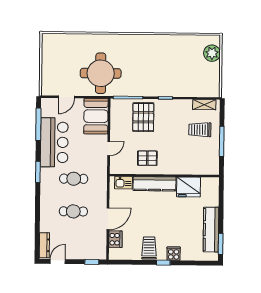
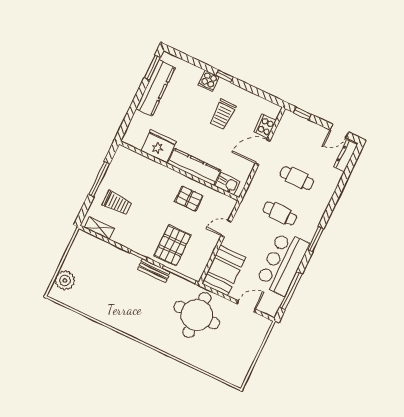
bench: (148, 92) -> (154, 271), added
trolley: (149, 248) -> (223, 114), moved

